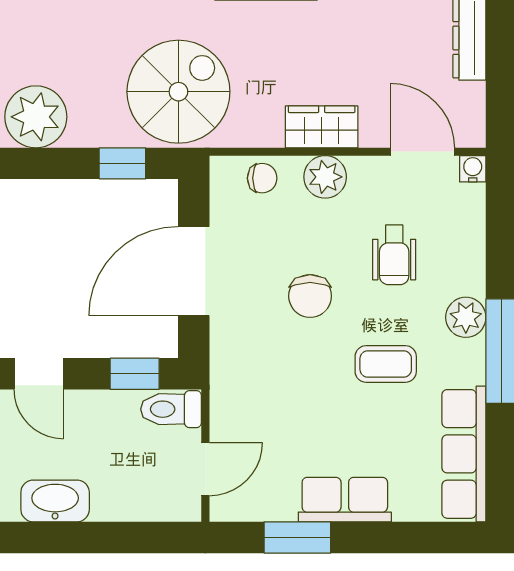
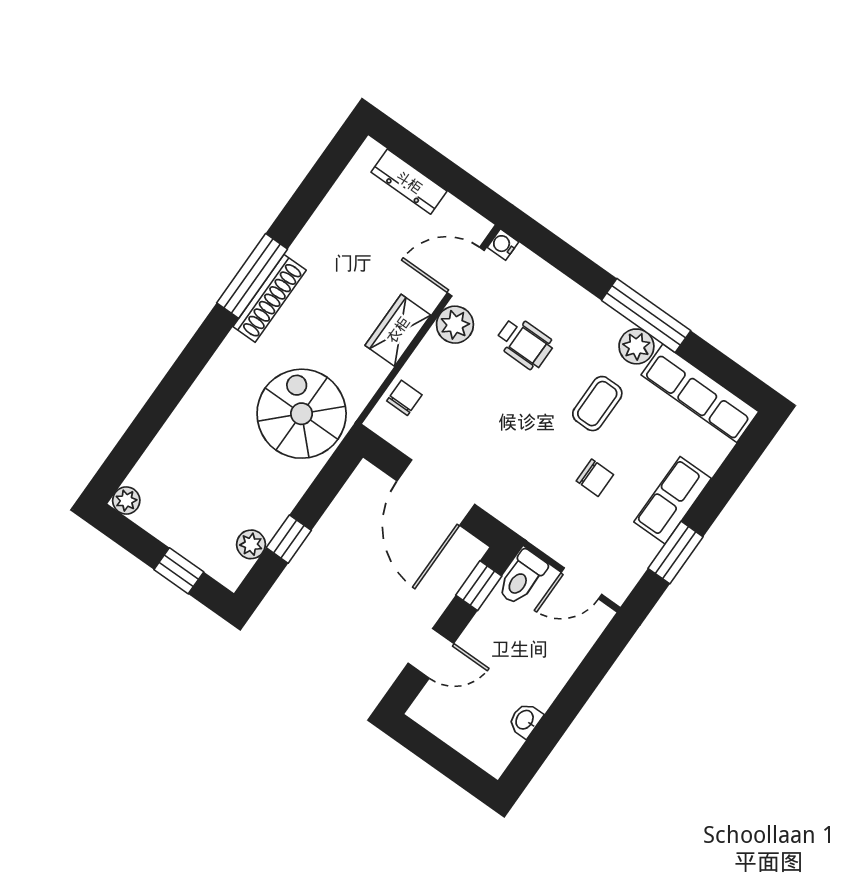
plant: (36, 117) -> (251, 544), width x0.53, depth x0.53
window: (122, 163) -> (289, 539), moved
plant: (325, 177) -> (455, 325), moved
chair: (310, 296) -> (595, 478), moved, width x0.73, depth x0.73
plant: (466, 317) -> (636, 346), moved
door: (205, 469) -> (581, 583), swing flipped
washbasin: (55, 501) -> (525, 720), width x0.52, depth x0.69

